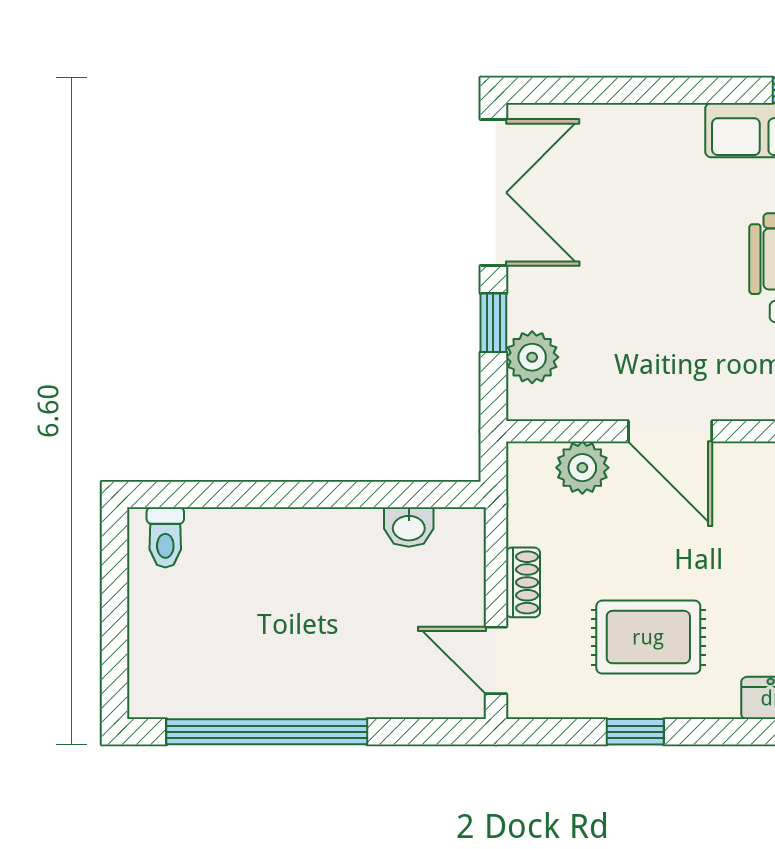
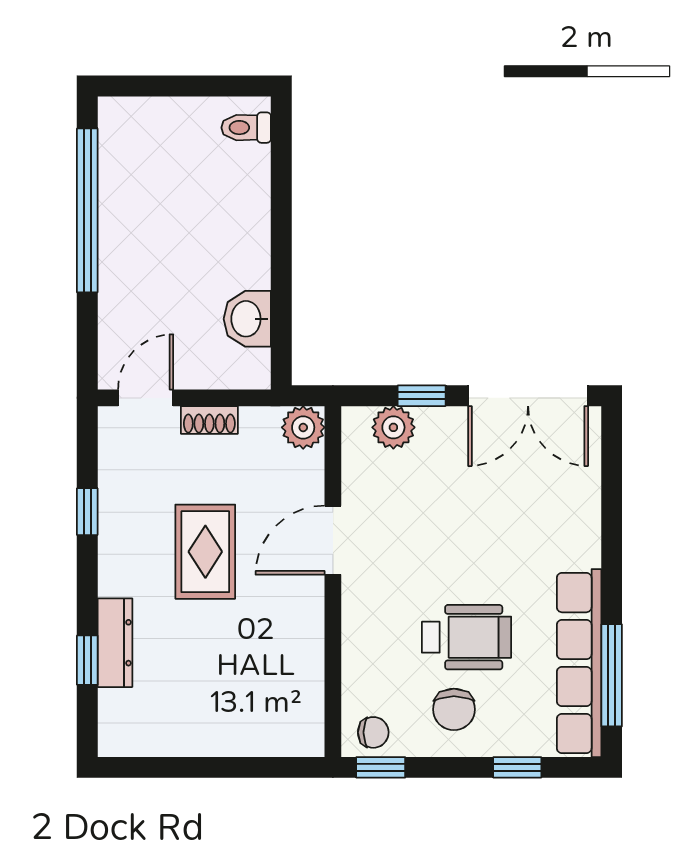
plant: (582, 468) -> (303, 427), moved
washbasin: (409, 527) -> (247, 319), width x1.38, depth x1.45
rug: (648, 637) -> (205, 552), moved

